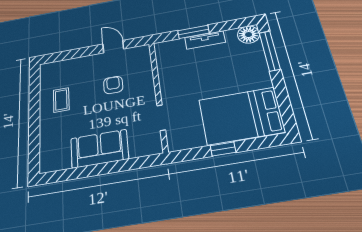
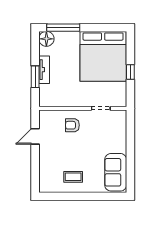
armchair: (113, 85) -> (72, 125), moved
bed: (241, 116) -> (103, 56), width x1.36
sofa: (99, 149) -> (116, 172), moved

